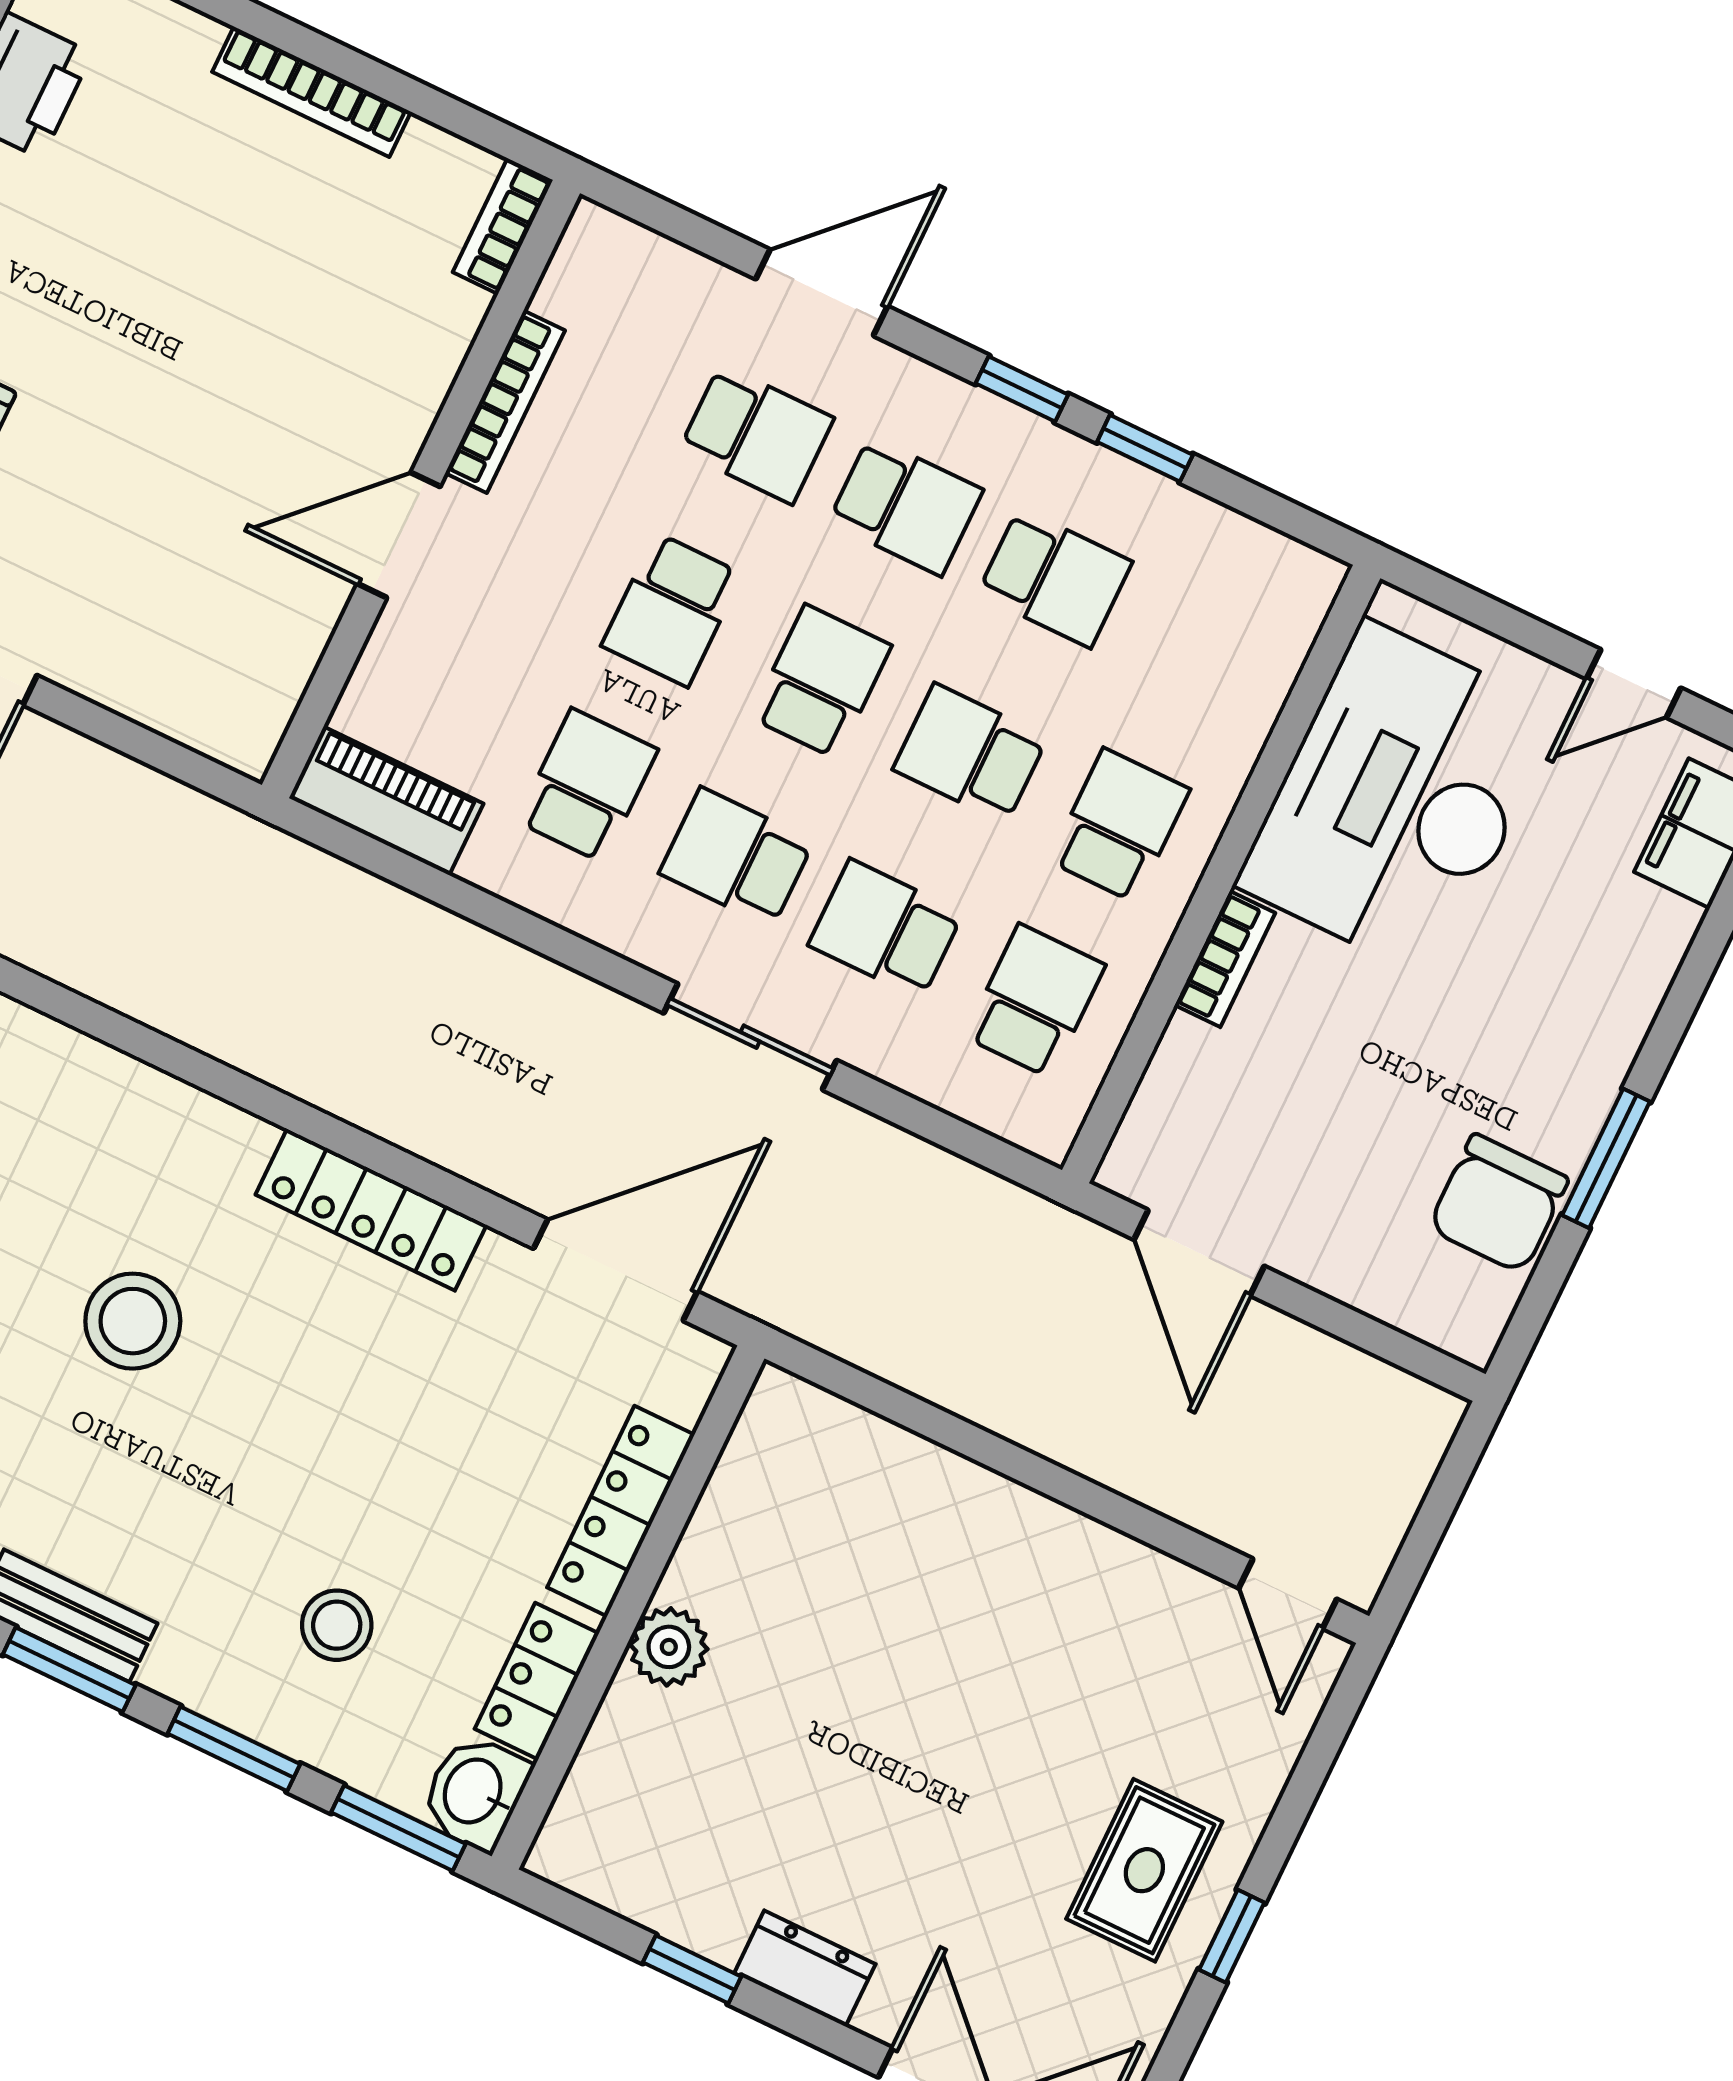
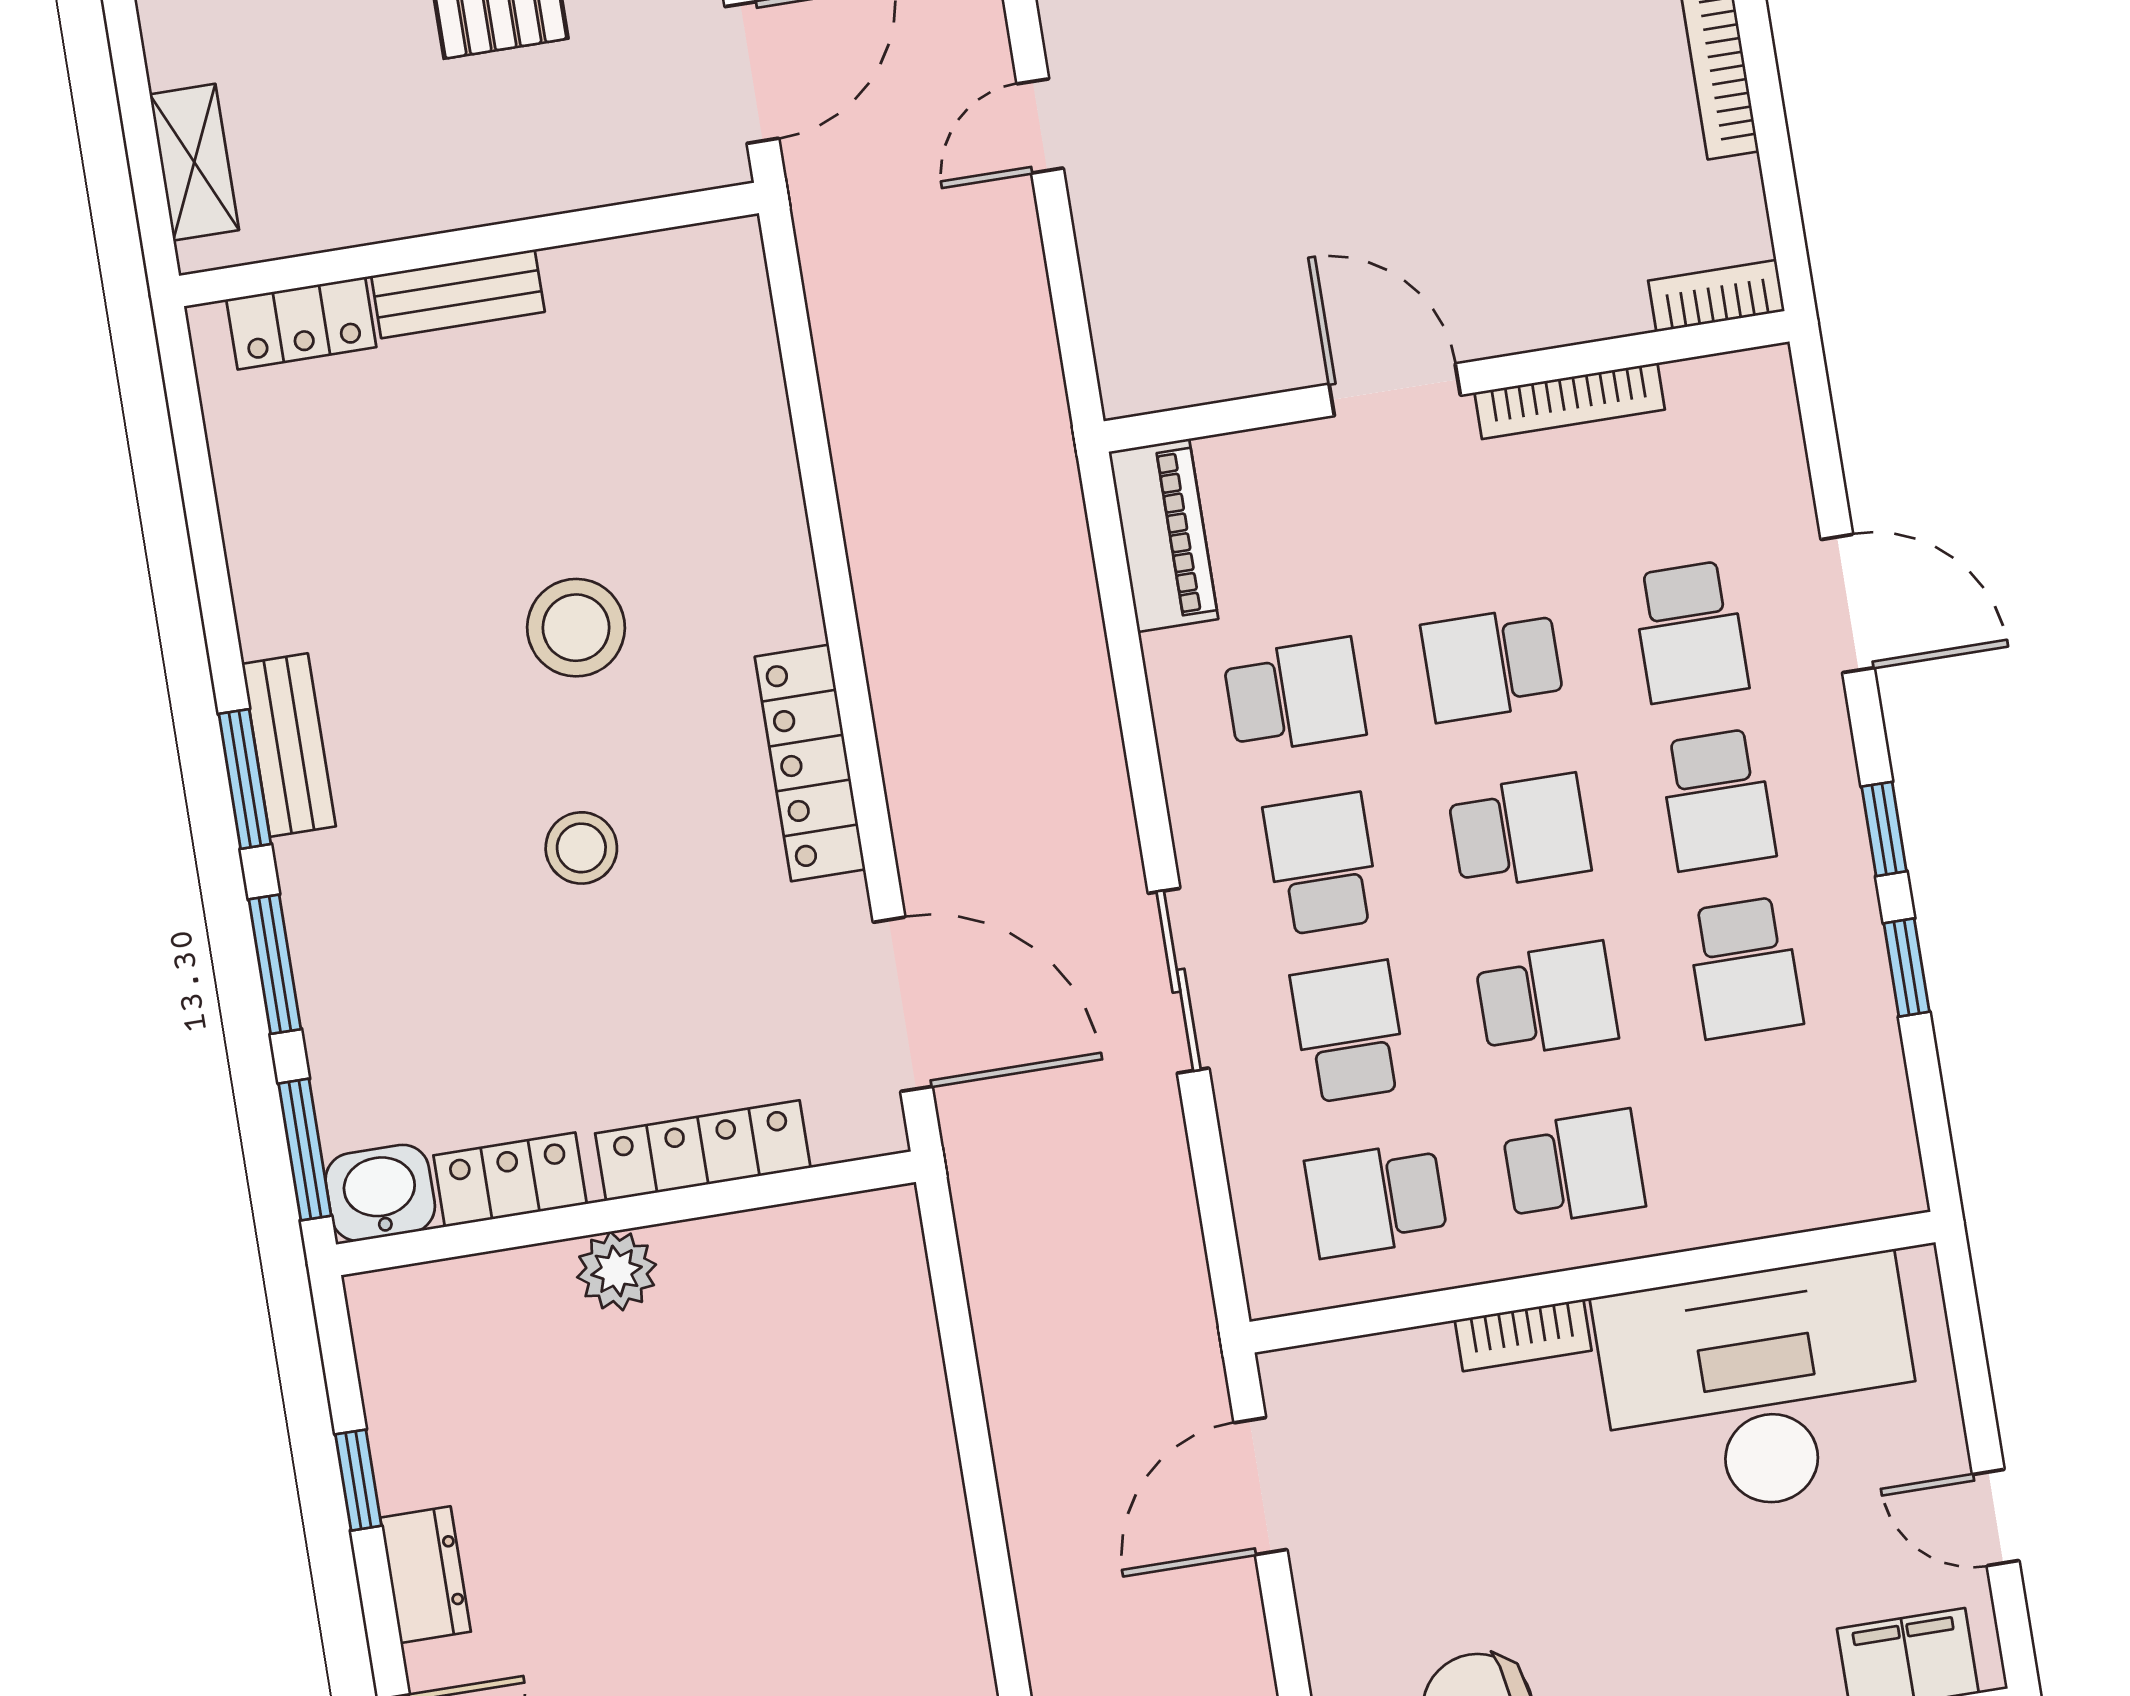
school desk: (970, 753) -> (1547, 1000), turned 90
school desk: (1035, 1001) -> (1376, 1200), turned 180
stool: (337, 1625) -> (581, 848), moved

